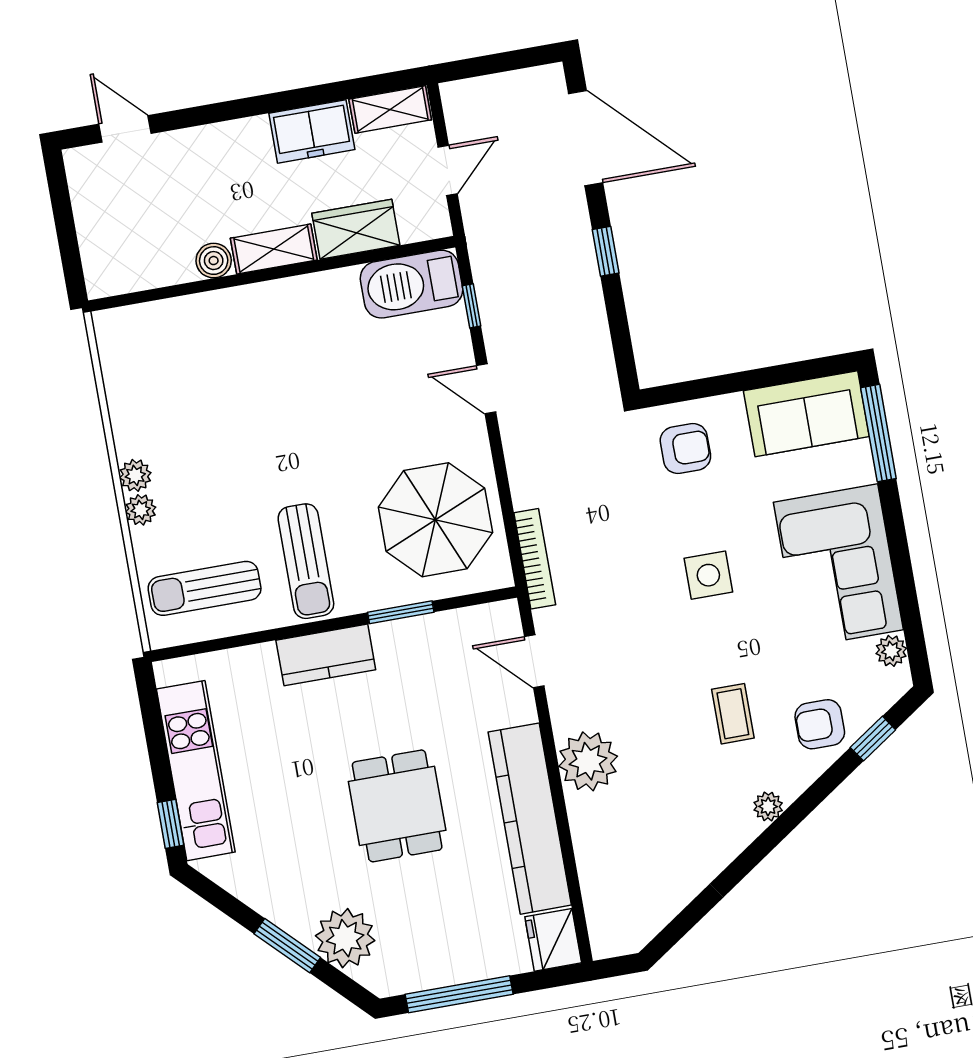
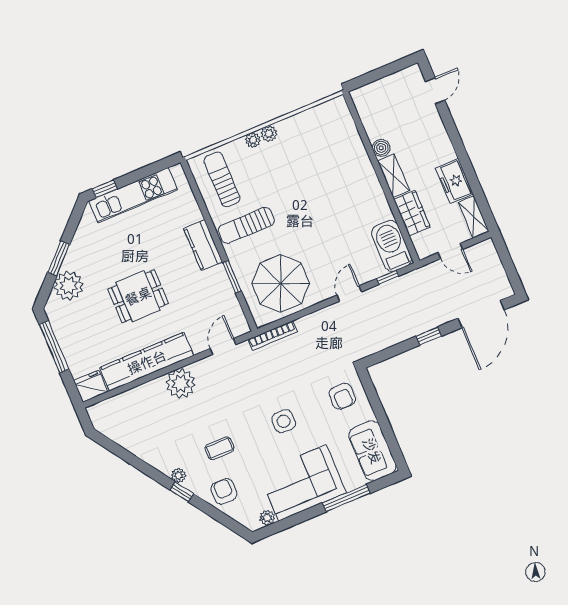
window: (878, 433) -> (346, 498), moved
window: (873, 739) -> (182, 492), moved

